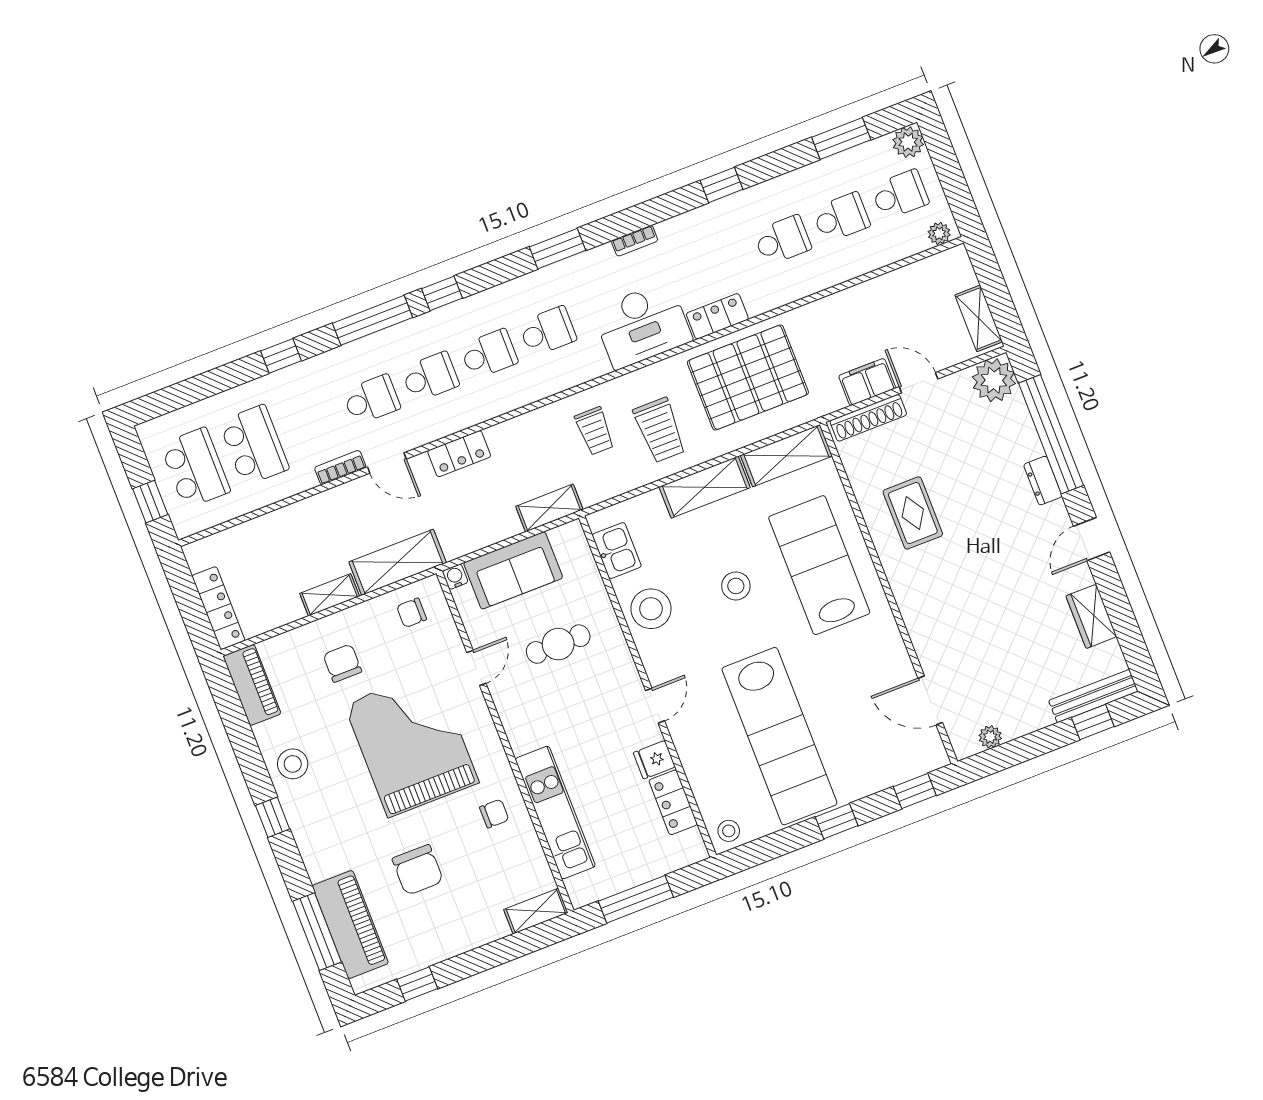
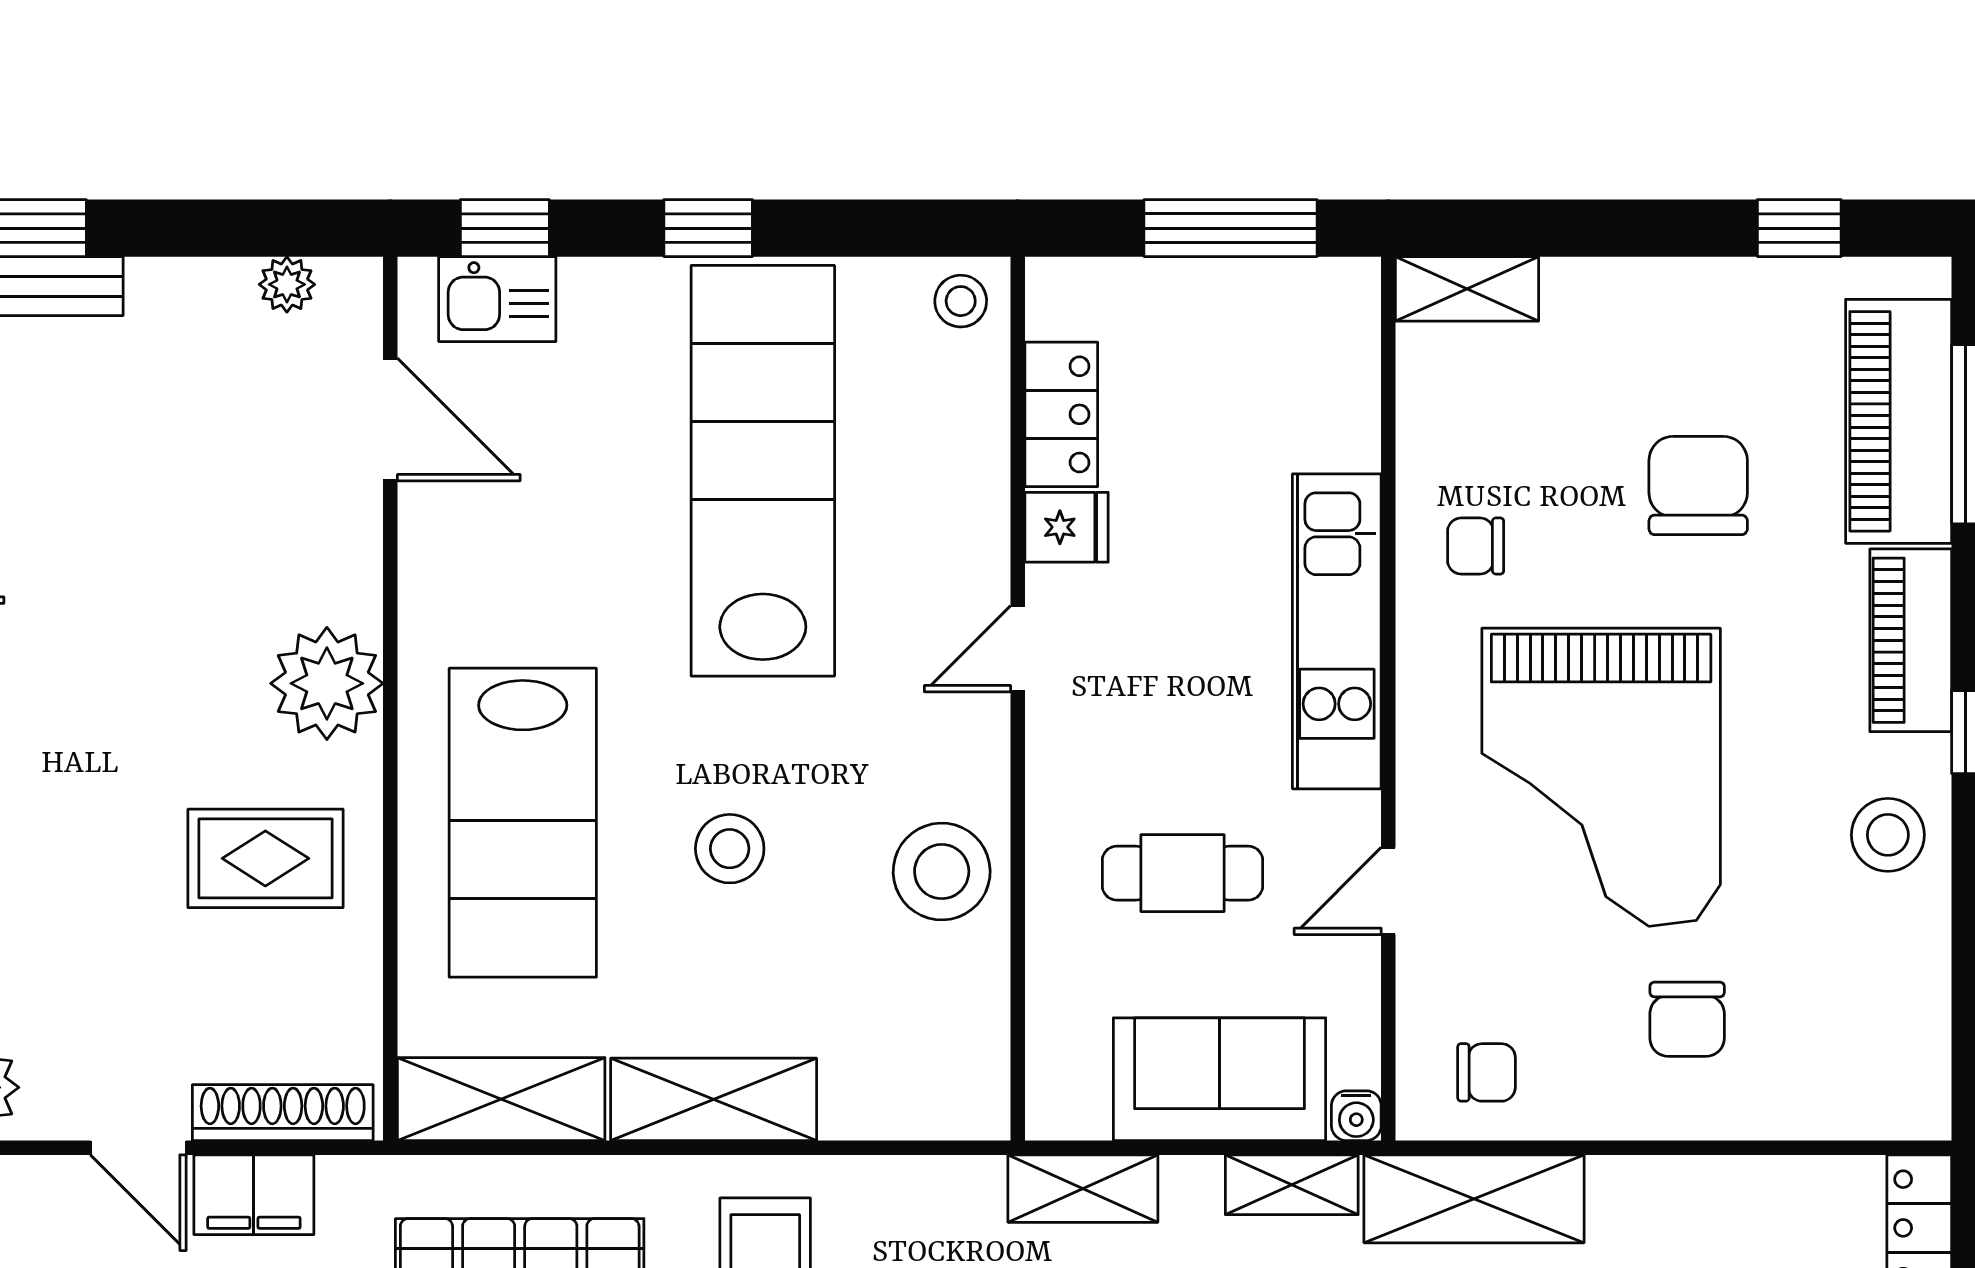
rug: (913, 513) -> (265, 858), turned 90
kitchen sink: (617, 551) -> (497, 299), moved, turned -90
plant: (915, 589) -> (327, 683), added
shelving: (330, 595) -> (1292, 1185), moved
piano: (252, 685) -> (1911, 640), moved
kitchen unit: (555, 813) -> (1337, 631), moved

